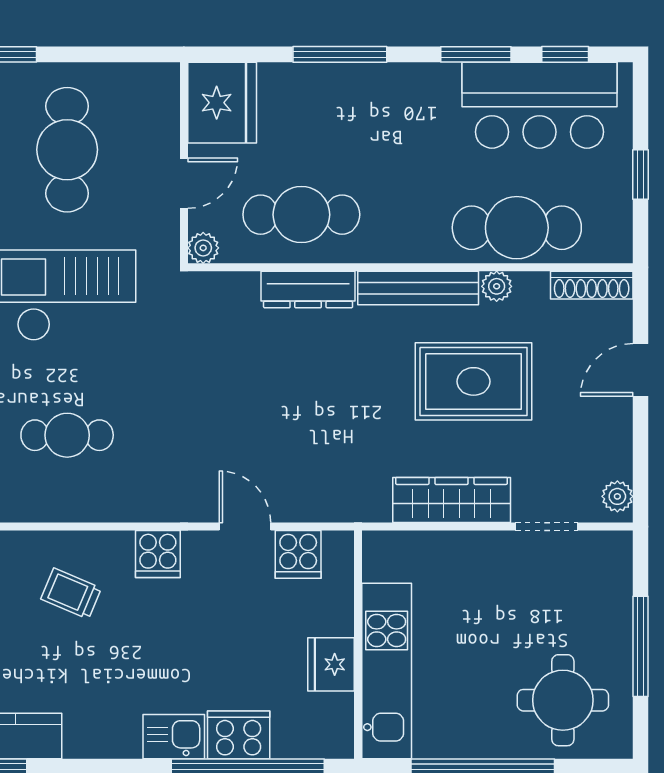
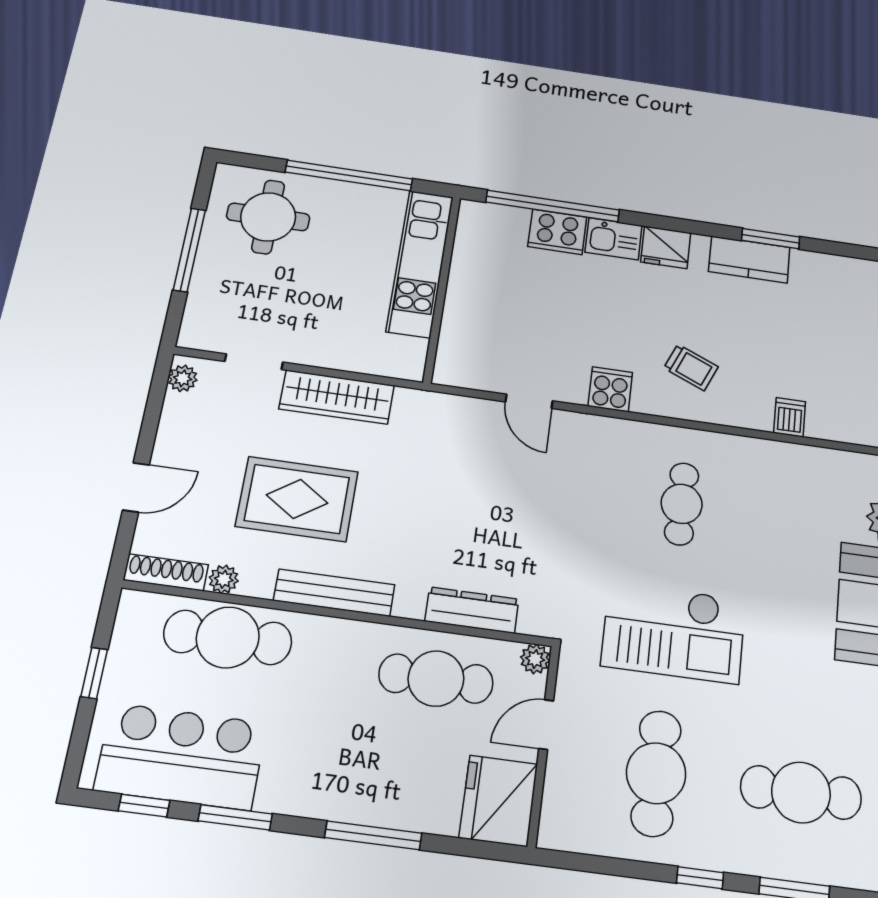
plant: (497, 286) -> (224, 579), moved
dresser: (308, 290) -> (472, 610), moved
cafe table: (67, 435) -> (682, 504), turned 90
cooker: (298, 554) -> (484, 371), removed
fridge: (331, 664) -> (666, 247), moved, turned 90

